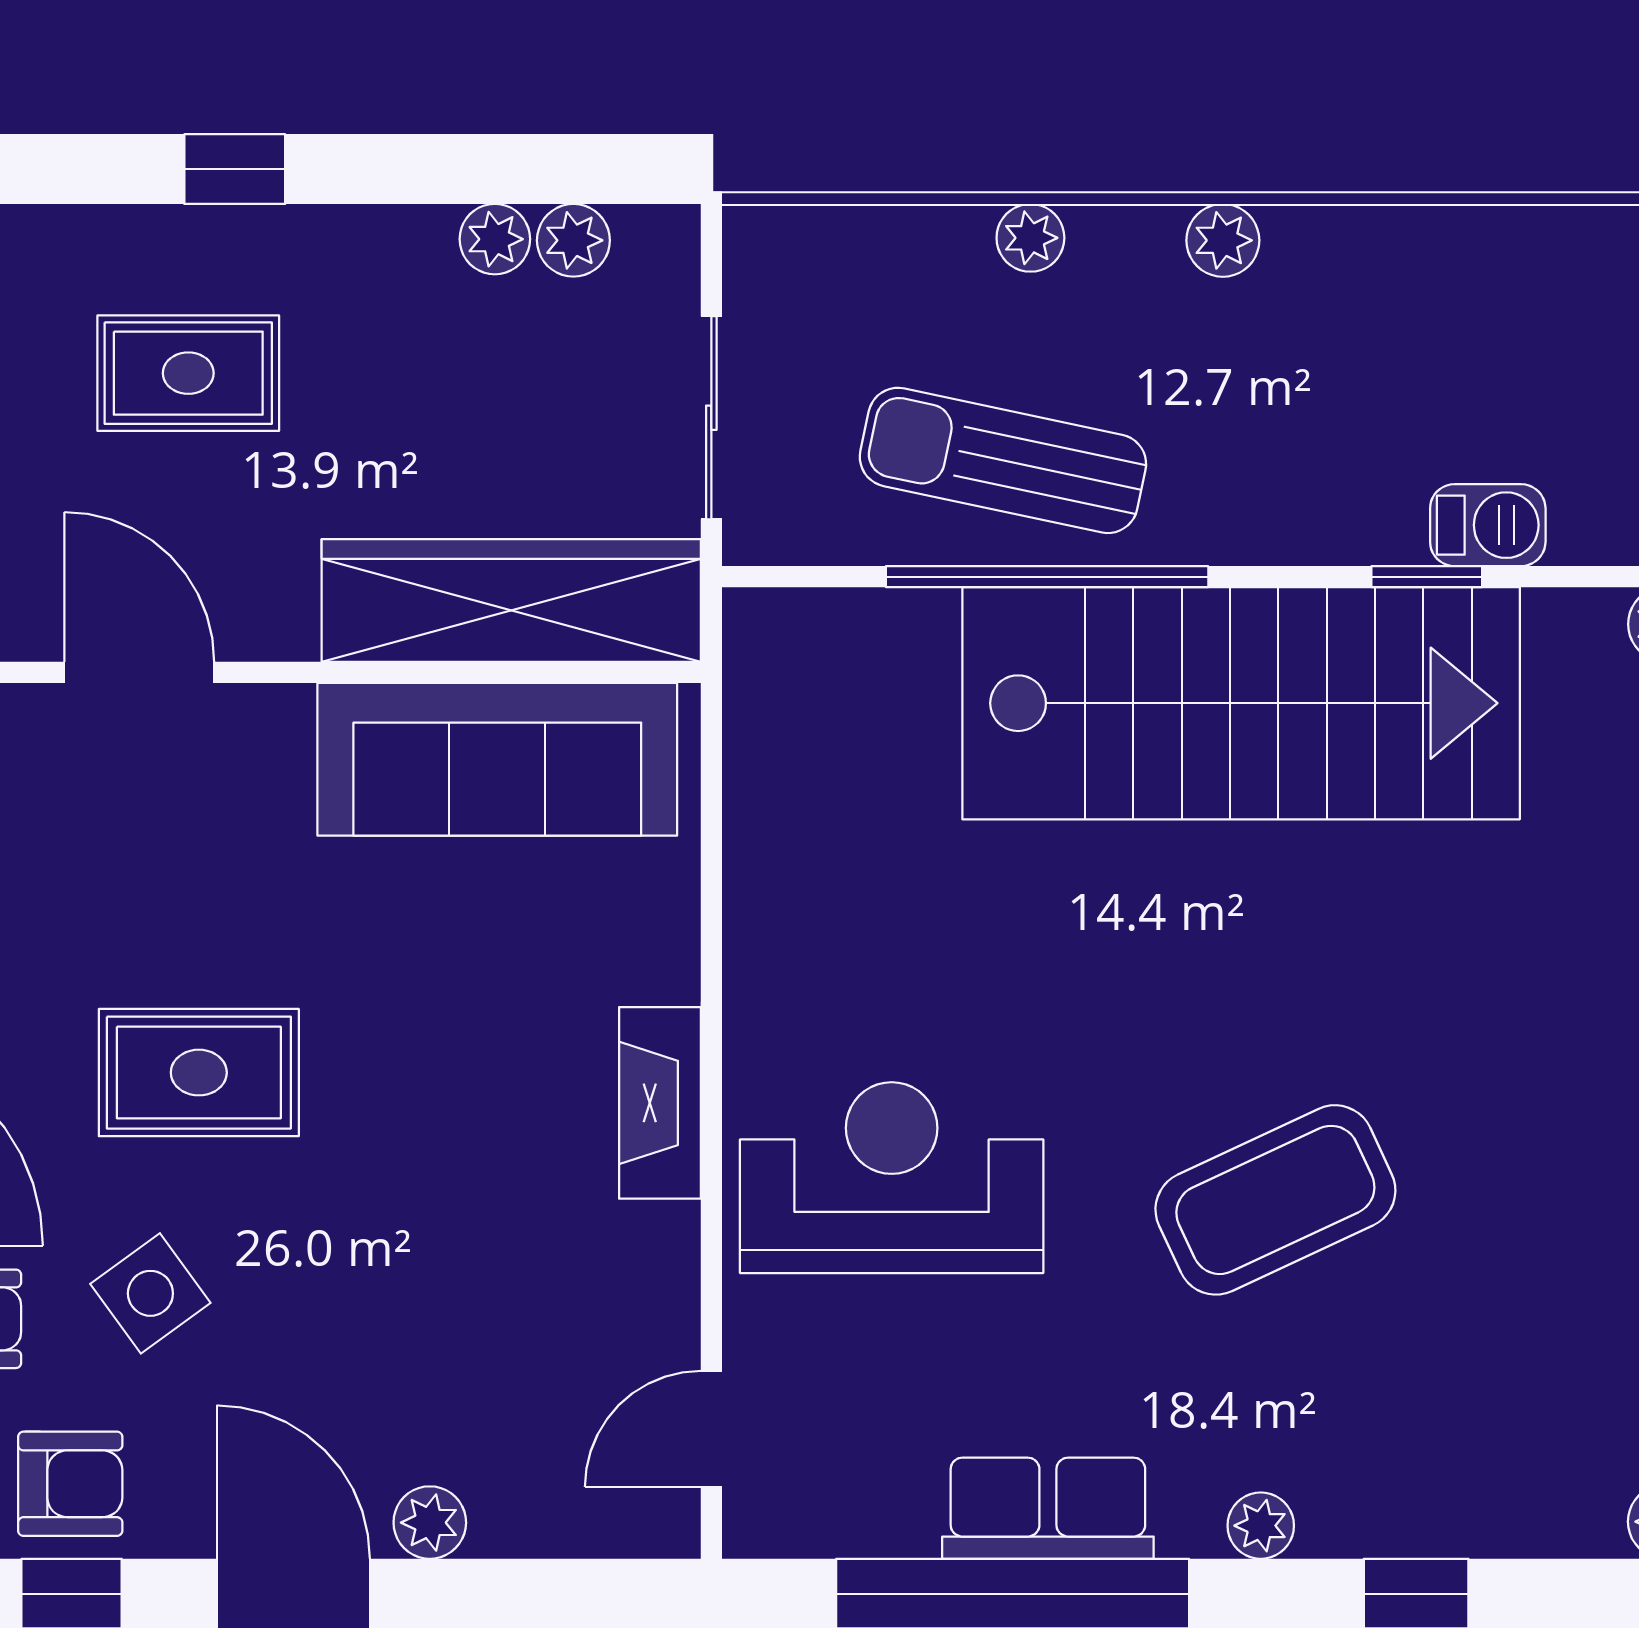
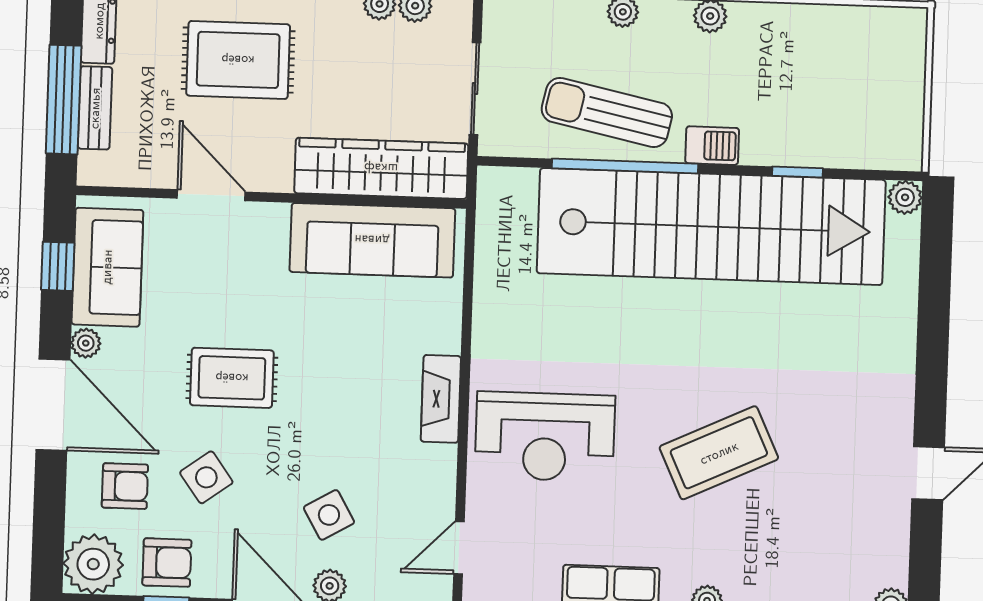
rug: (188, 373) -> (238, 60), width x1.36, depth x1.43
barbecue: (1488, 525) -> (712, 146), moved
stairs: (1241, 703) -> (711, 227), width x1.36
reception desk: (892, 1178) -> (545, 437), turned 180
side table: (423, 1367) -> (329, 515), added

